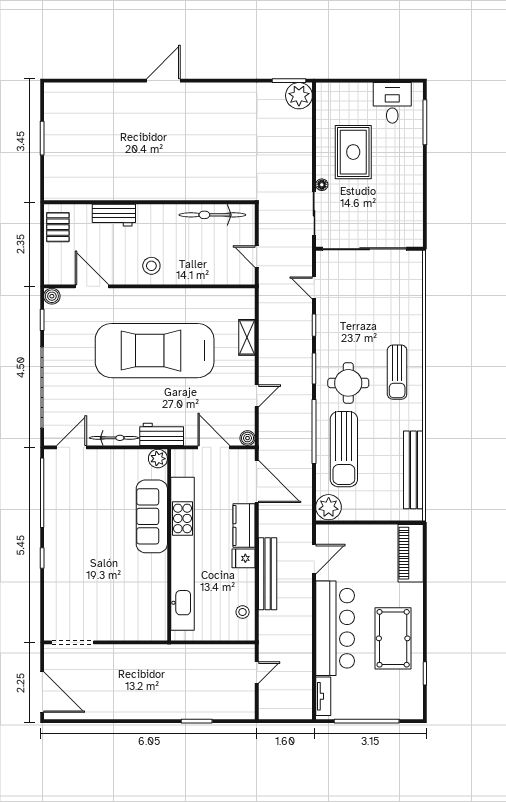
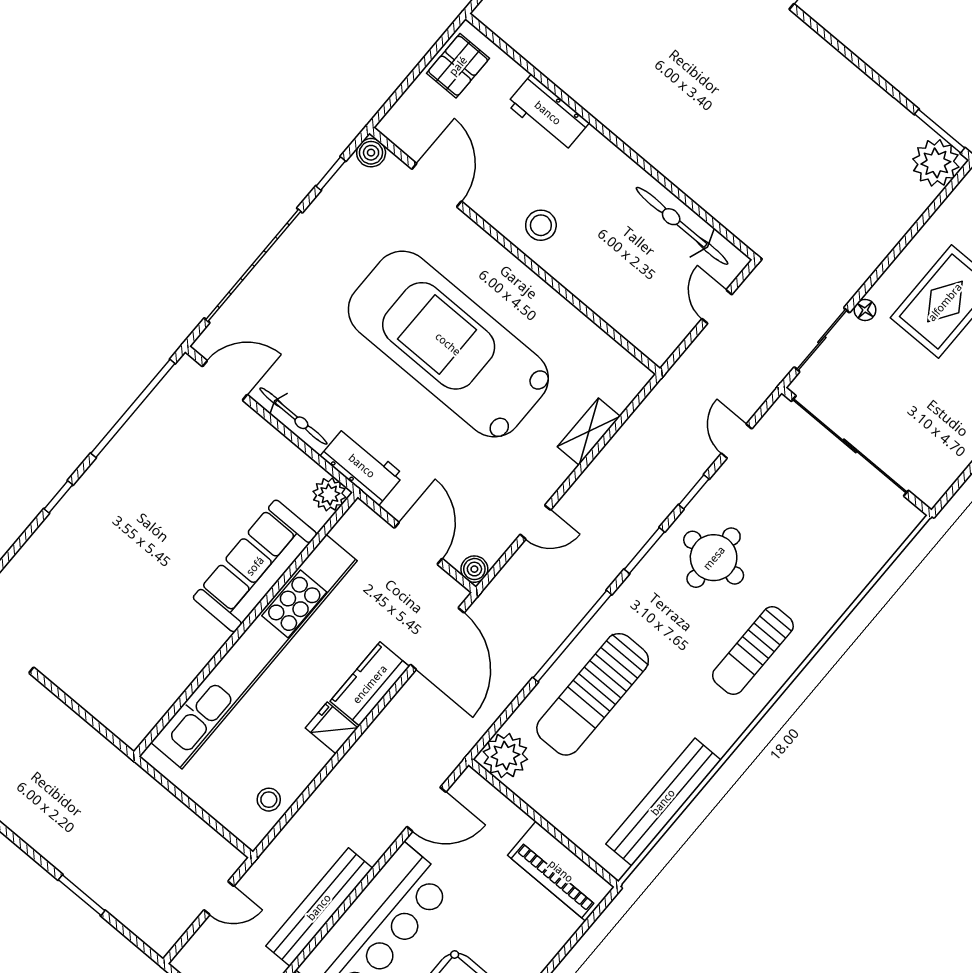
door: (257, 257) -> (717, 307), moved
round table: (348, 383) -> (714, 558), moved
piano: (411, 553) -> (561, 871), moved, turned -90
bench: (268, 574) -> (319, 907), moved

